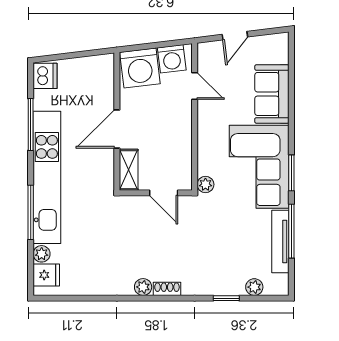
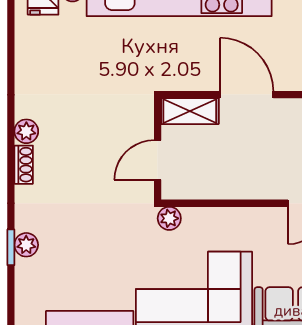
plant: (254, 287) -> (26, 245), moved

